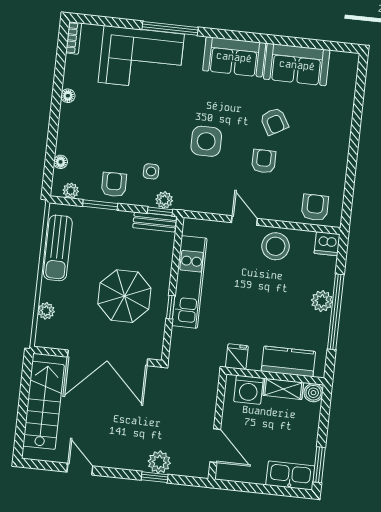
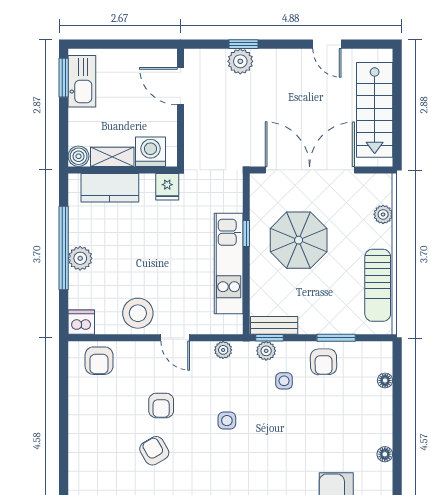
side table: (206, 141) -> (227, 421), width x0.54, depth x0.54
plant: (71, 191) -> (223, 350), moved
sun lounger: (58, 248) -> (378, 285), turned 180
kitchen sink: (290, 475) -> (82, 81), moved, turned -90

